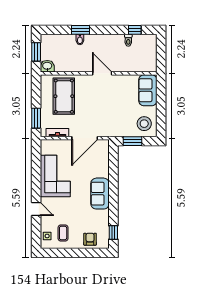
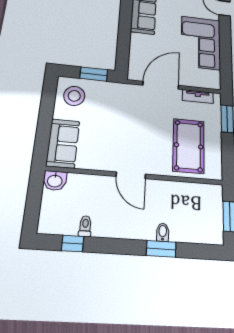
washbasin: (47, 66) -> (55, 181), moved

